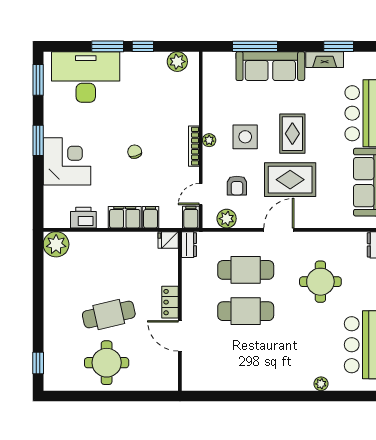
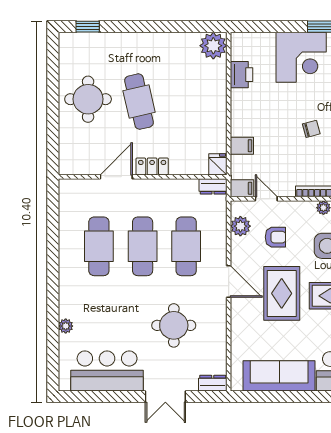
armchair: (237, 186) -> (275, 237), turned 180
filing cabinet: (125, 217) -> (242, 118), removed
cafe table: (246, 352) -> (99, 246), added

